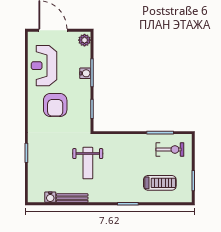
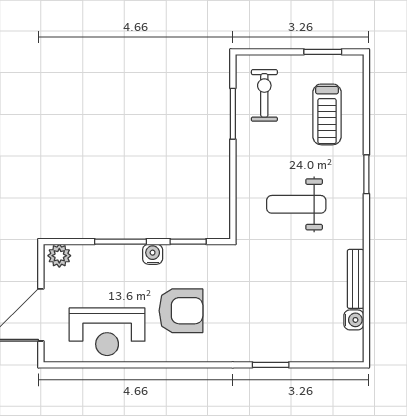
water cooler: (85, 73) -> (153, 254), moved
weight bench: (88, 163) -> (296, 204), moved, turned 180
treadmill: (160, 183) -> (327, 114), turned 180

